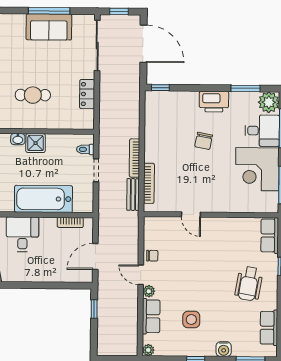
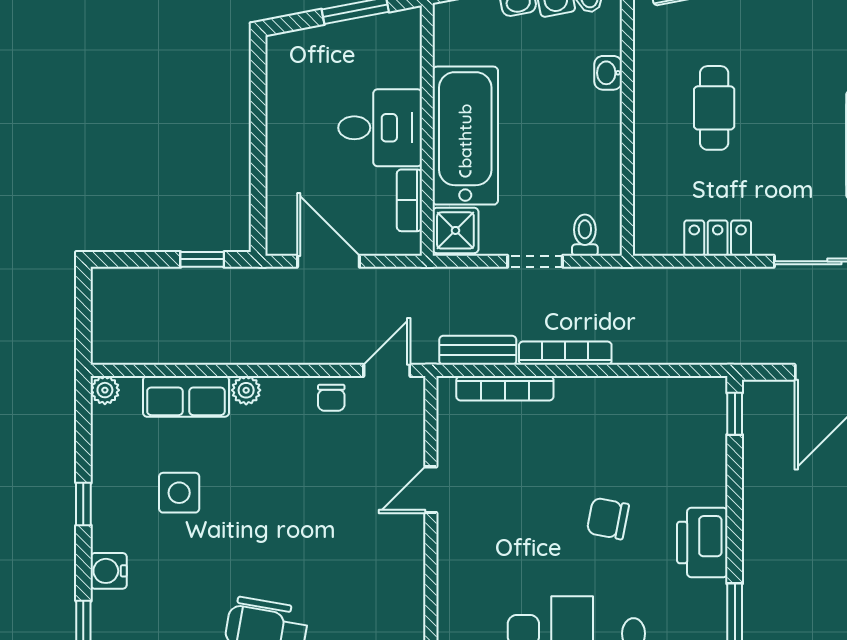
shower: (36, 143) -> (455, 230), moved
desk: (22, 234) -> (380, 128), moved
door: (141, 275) -> (387, 370), moved

